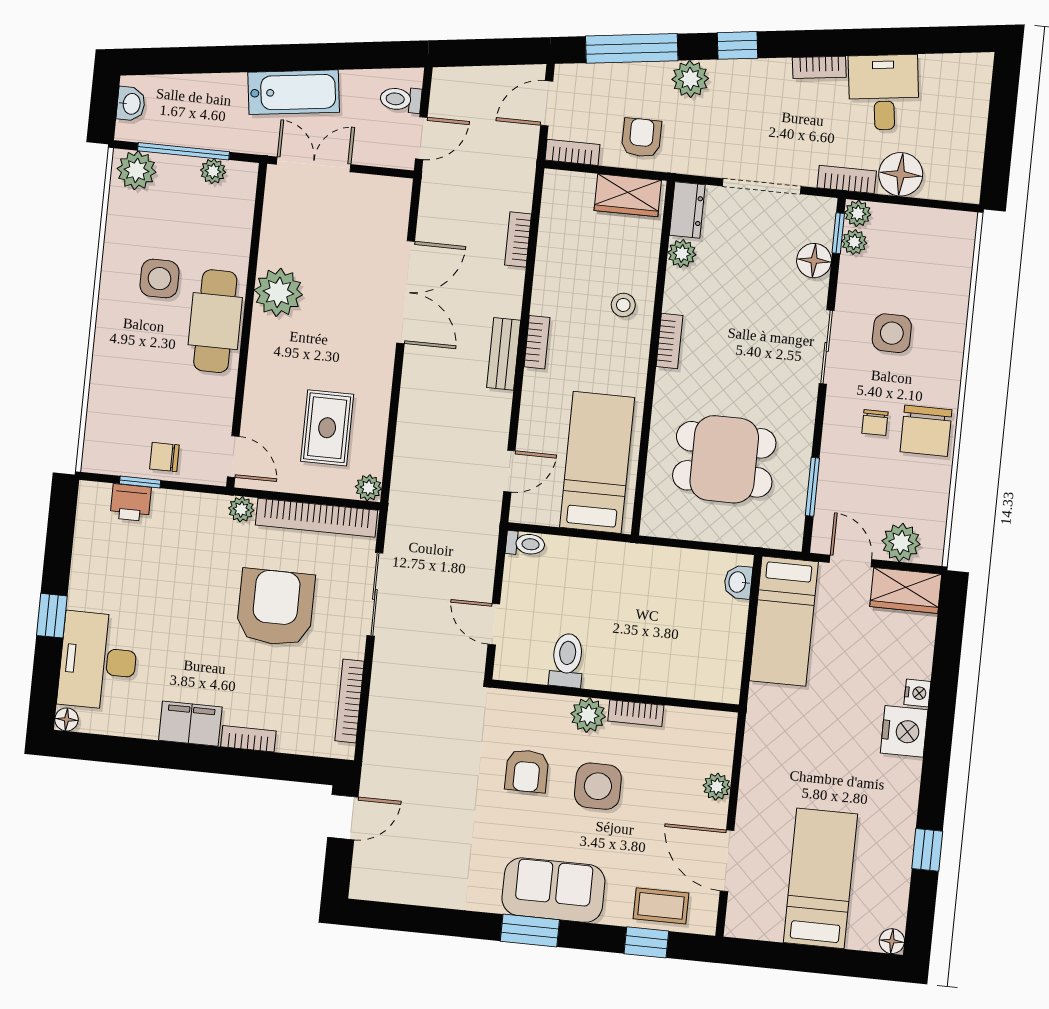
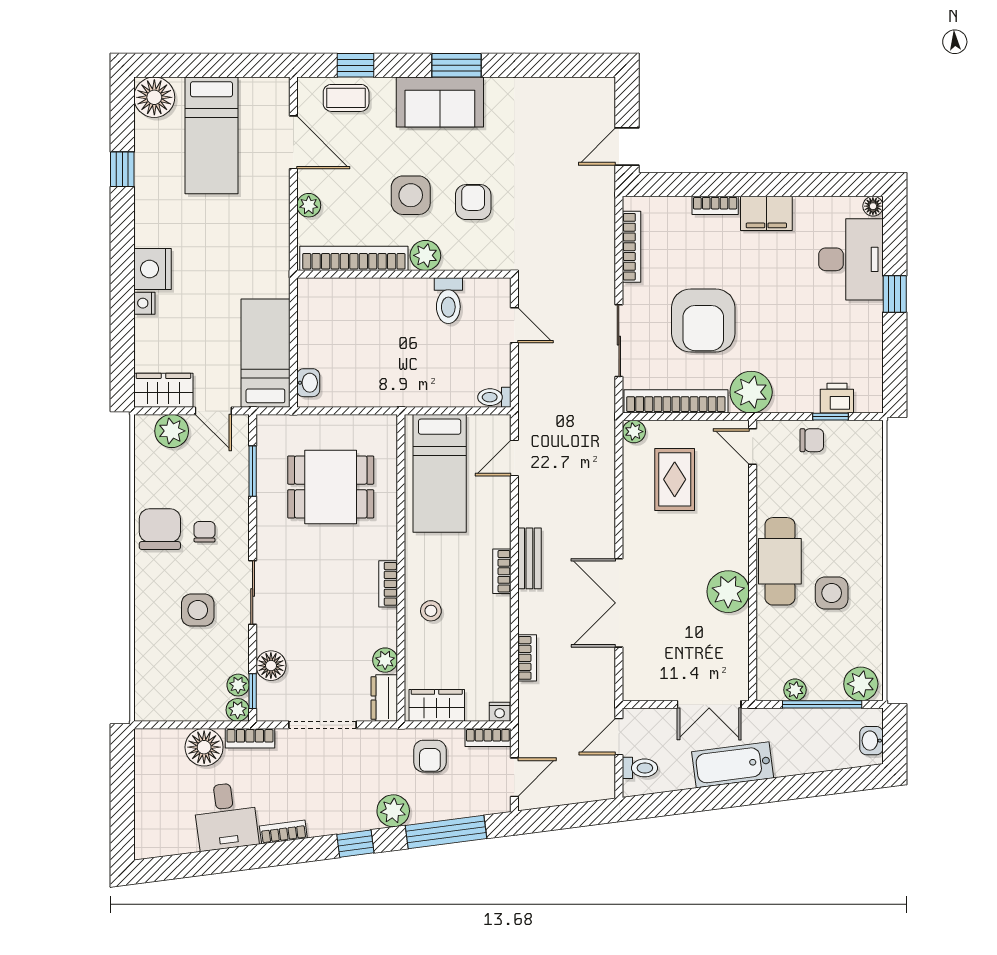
nightstand: (556, 181) -> (500, 712), added
plant: (241, 509) -> (751, 392), width x1.87, depth x1.87
bookcase: (636, 713) -> (354, 258), width x2.31, depth x1.31
floor lamp: (892, 941) -> (154, 97), width x1.89, depth x1.89

